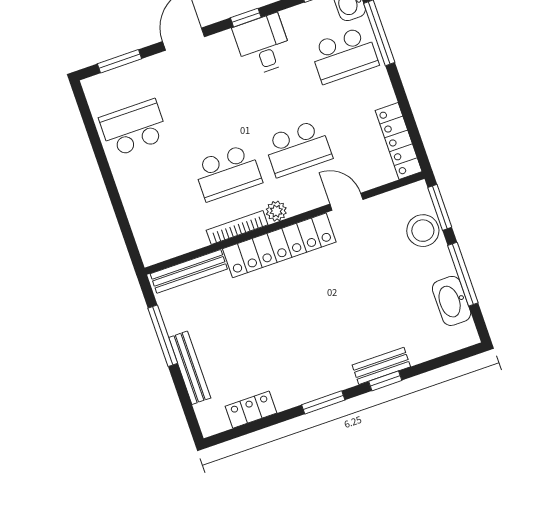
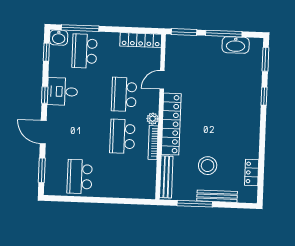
school desk: (344, 55) -> (84, 51), turned 180
school desk: (298, 148) -> (124, 94), turned 180
school desk: (228, 173) -> (122, 136), turned 180
stool: (423, 231) -> (208, 166), moved
bench: (381, 366) -> (255, 95), removed
window: (323, 402) -> (265, 59), moved

